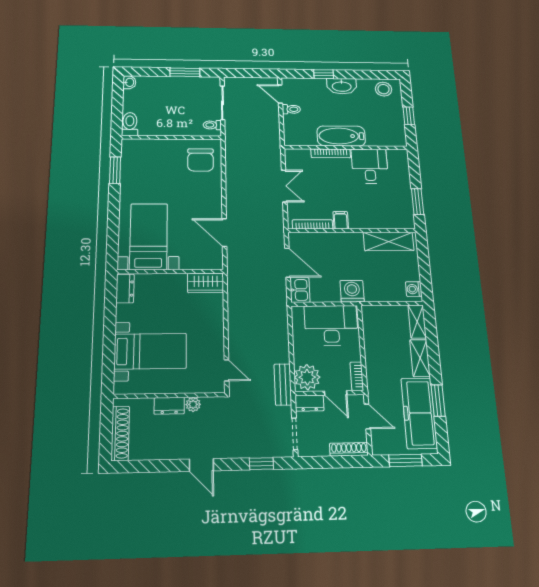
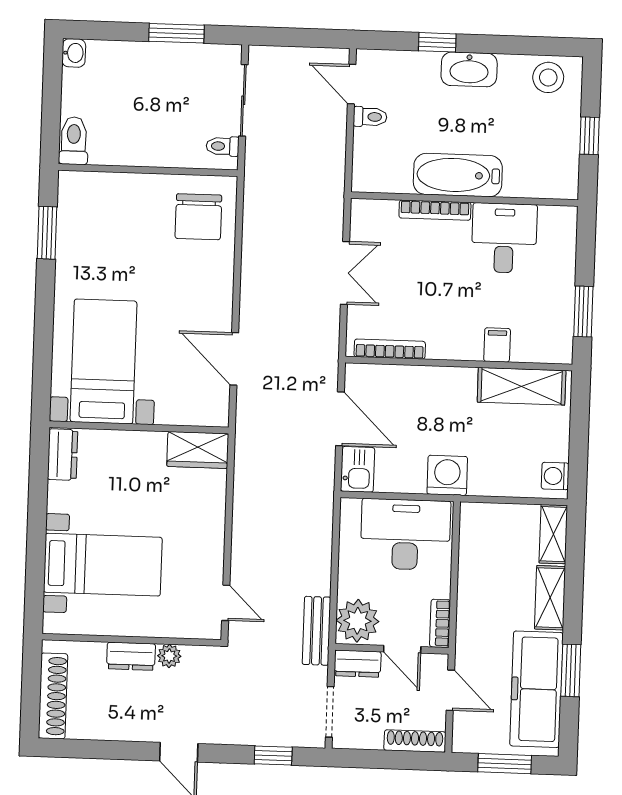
filing cabinet: (341, 220) -> (497, 345), moved

